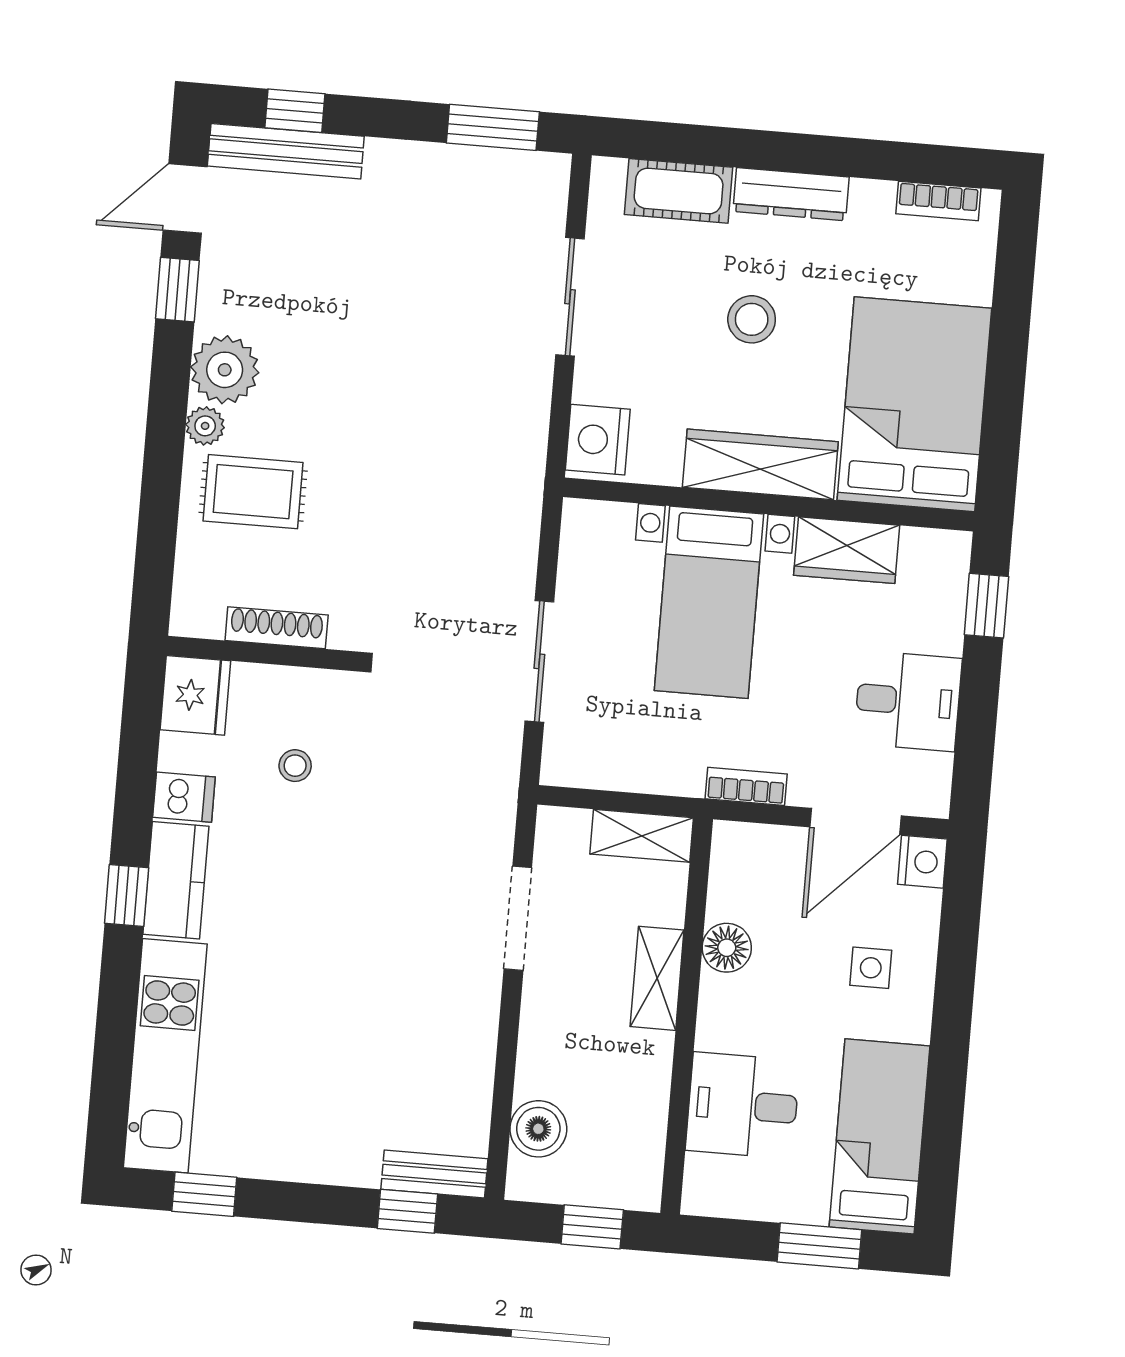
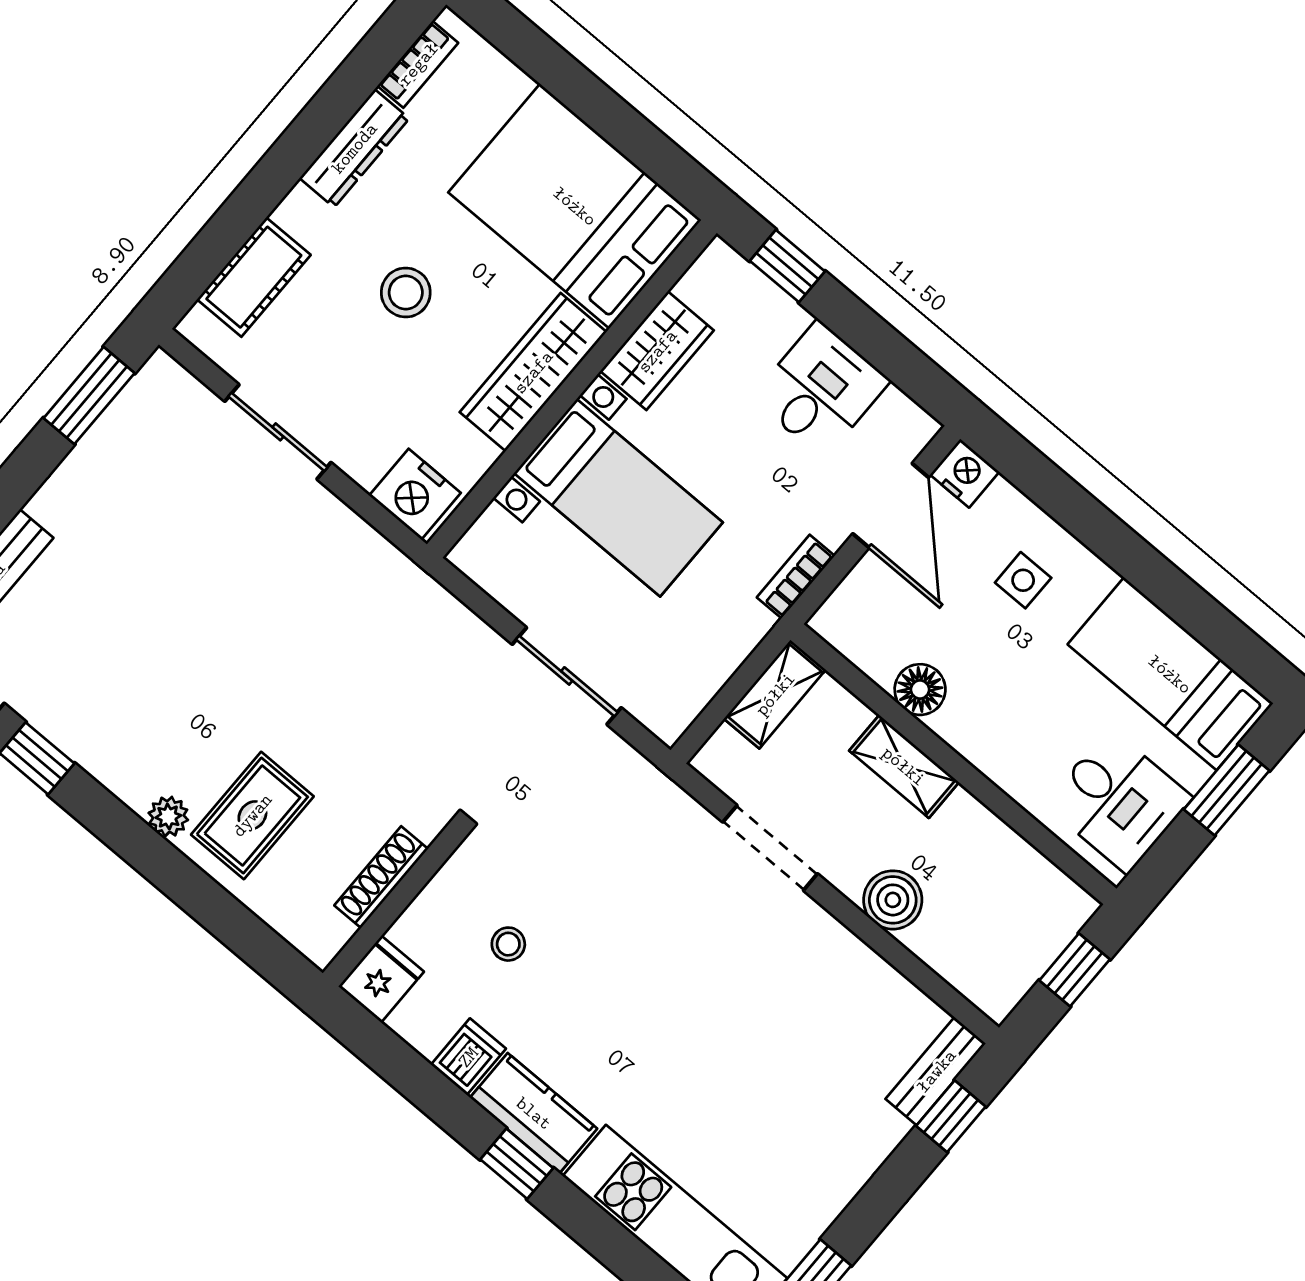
dresser: (791, 194) -> (354, 148), moved
plant: (225, 370) -> (133, 766), removed
fridge: (195, 695) -> (381, 979), width x0.72
desk: (743, 1105) -> (1118, 801), moved, turned -90
boiler: (538, 1129) -> (893, 900), moved

